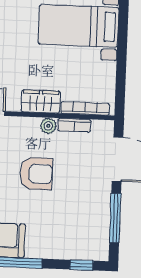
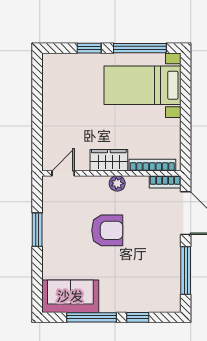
bookcase: (74, 125) -> (165, 182), moved
window: (82, 265) -> (138, 317), moved

